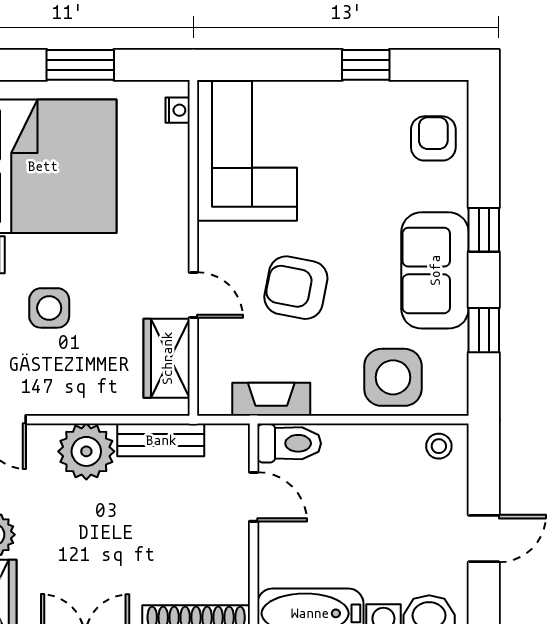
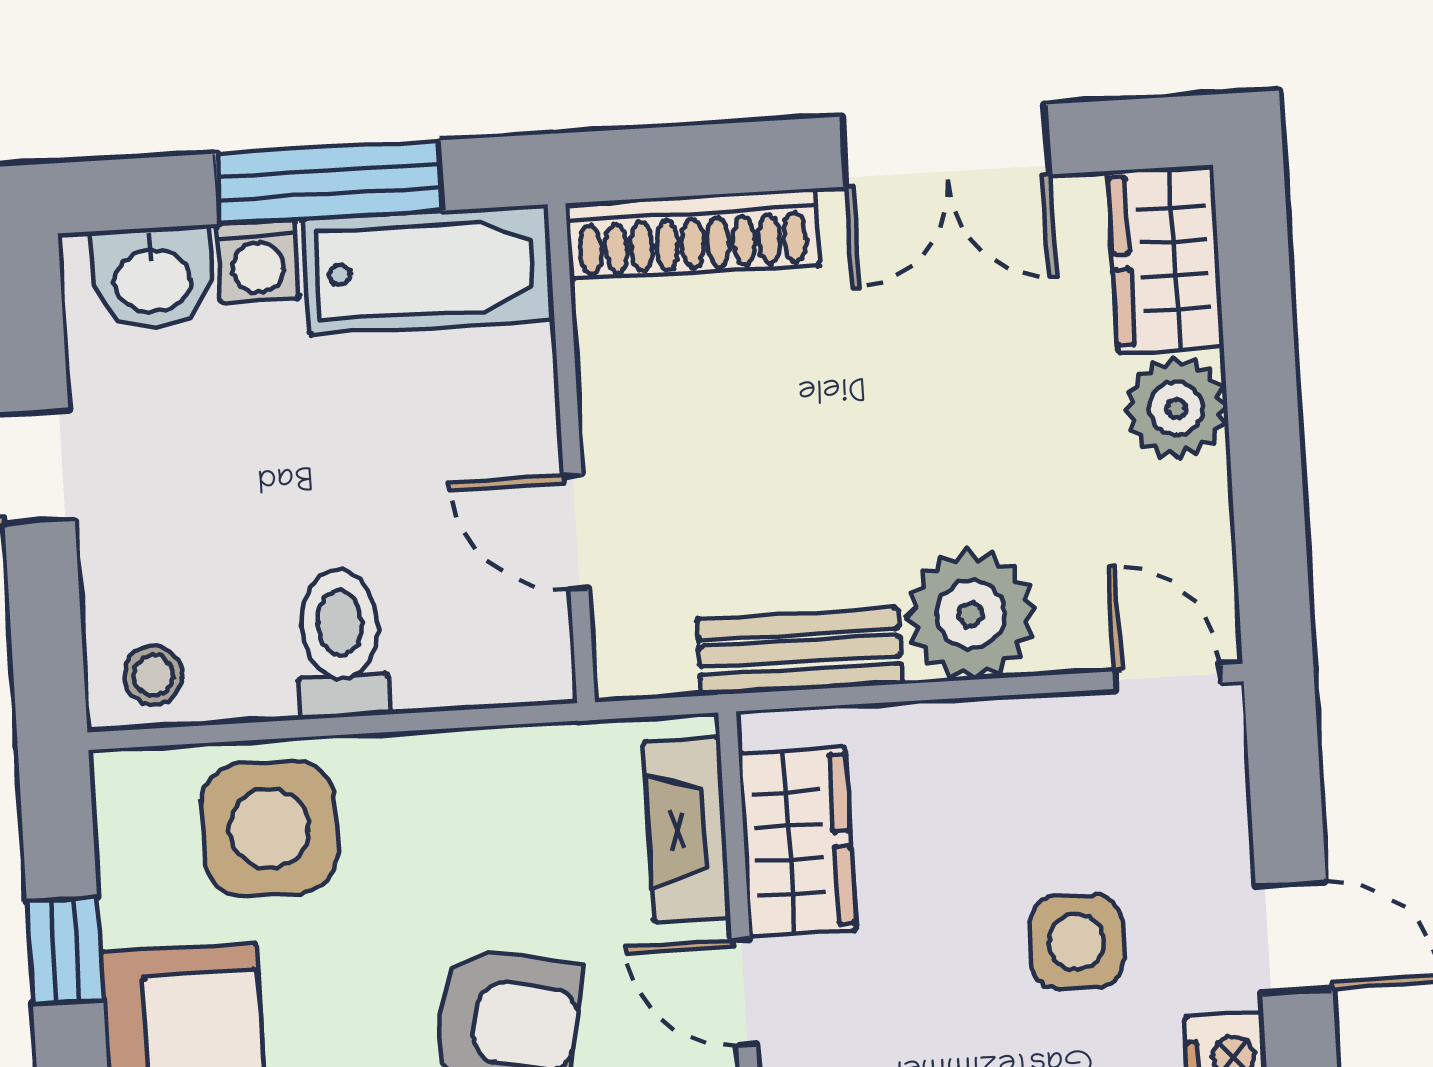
fireplace: (271, 399) -> (687, 830), moved, turned 90
toilet: (289, 443) -> (341, 643), moved, turned 90

